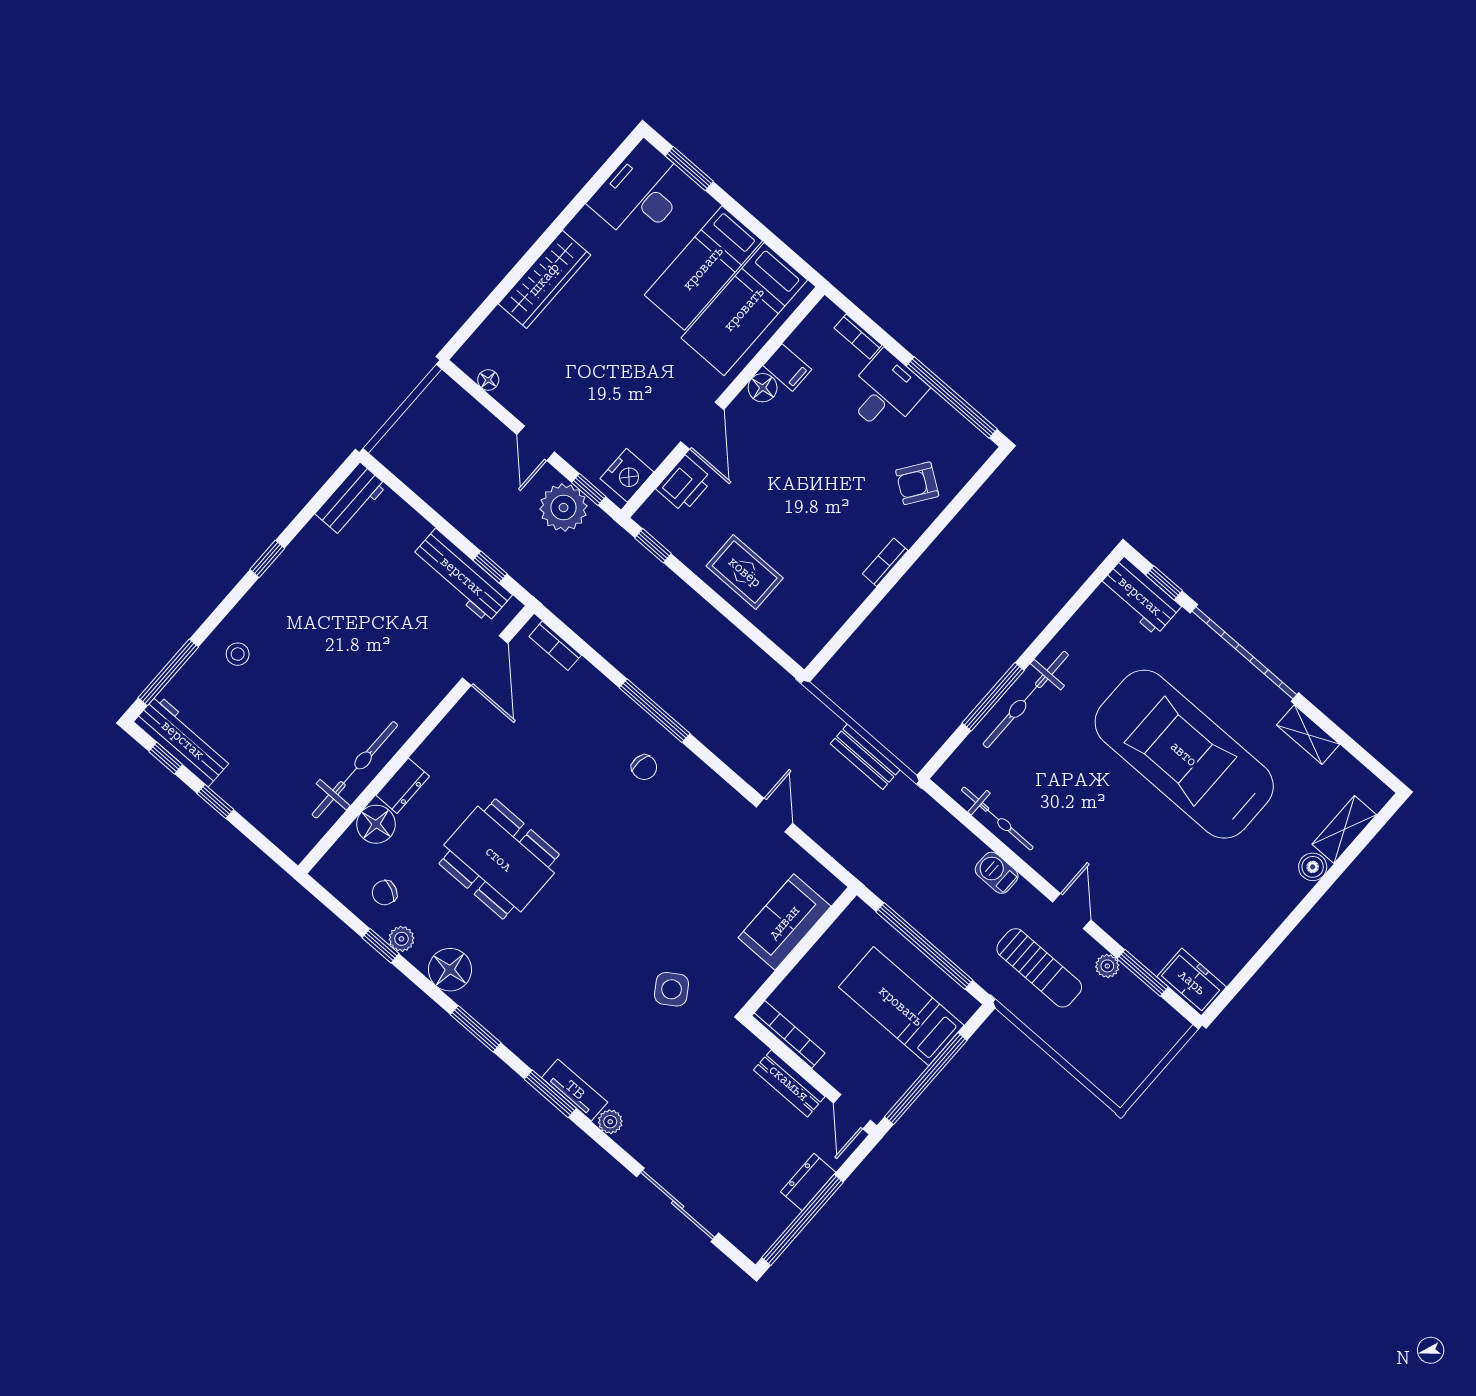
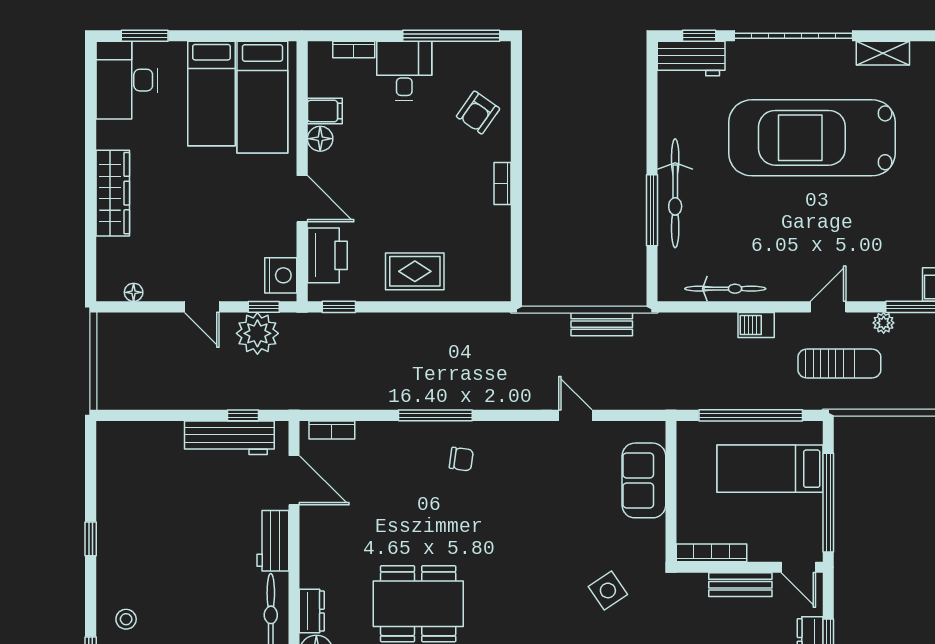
printer: (684, 484) -> (327, 255), width x1.37, depth x1.19
workbench: (351, 500) -> (273, 541), moved, turned 180
door: (1072, 911) -> (828, 307), hinge flipped

